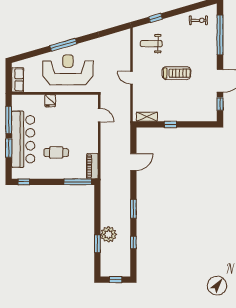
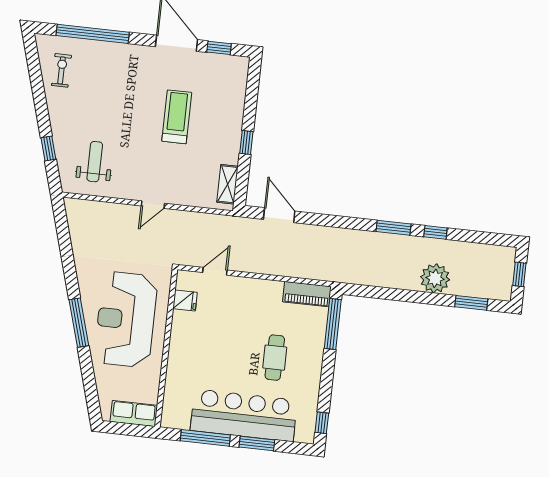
weight bench: (151, 44) -> (95, 162), turned 180
treadmill: (176, 73) -> (177, 117), moved
fridge: (50, 101) -> (185, 300), moved
door: (133, 162) -> (279, 215), moved
window: (133, 243) -> (435, 232), moved
window: (97, 244) -> (471, 303), moved

